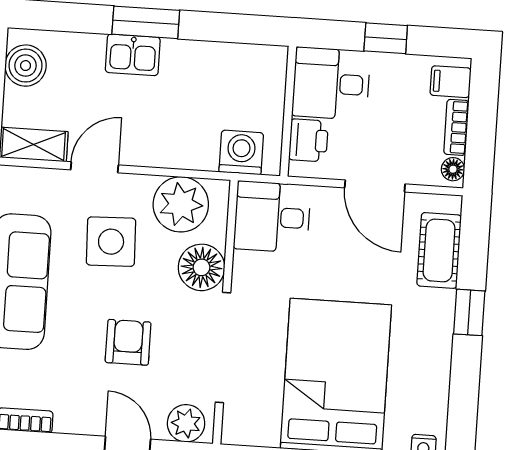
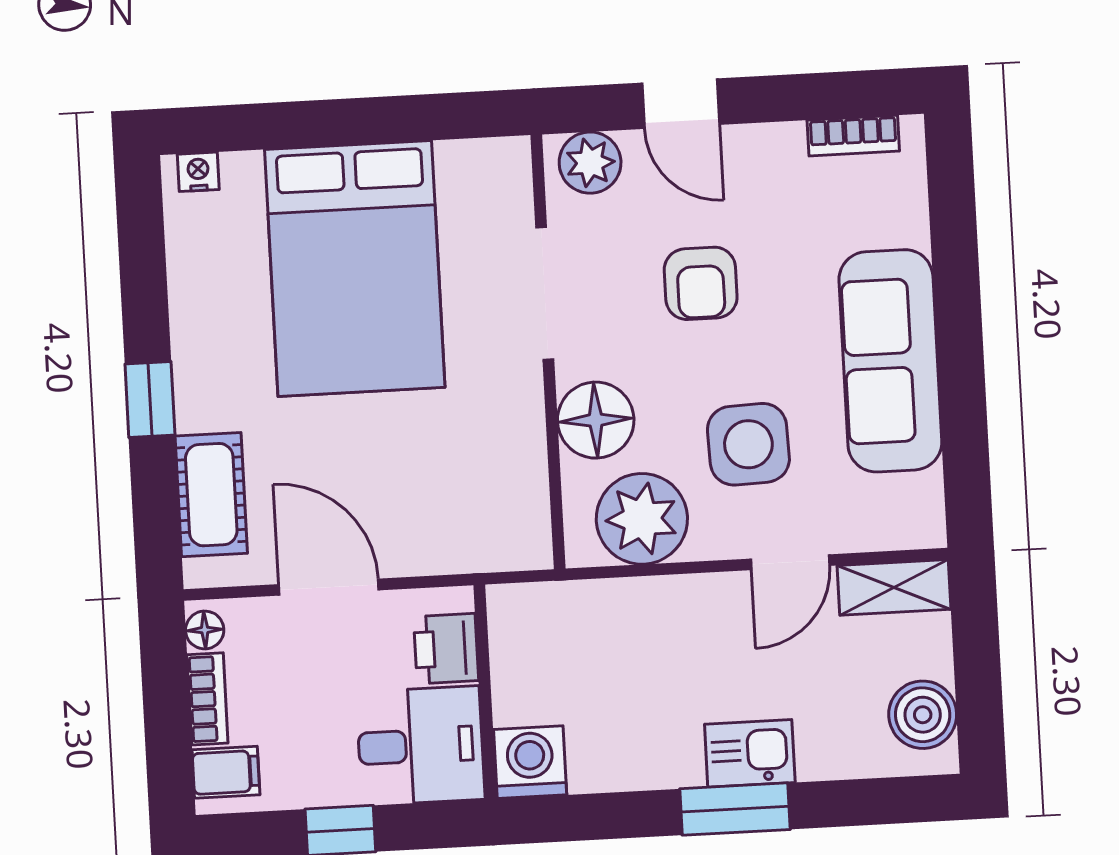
washing machine: (241, 152) -> (530, 762), moved, turned 180
desk: (272, 217) -> (490, 516), removed
doorway: (223, 348) -> (545, 293), width x0.73

